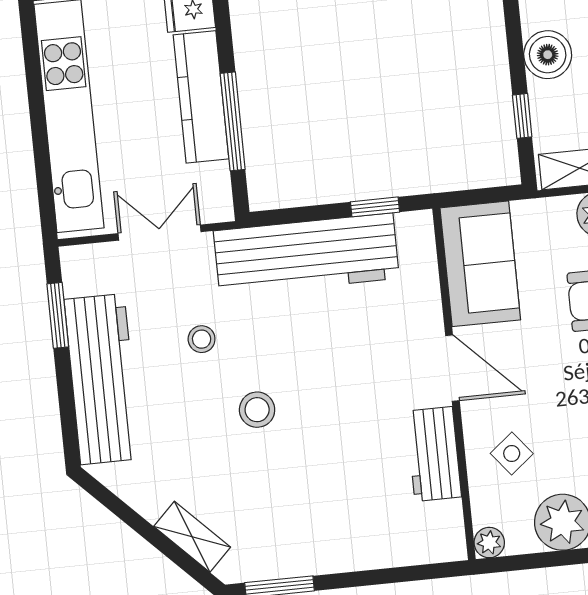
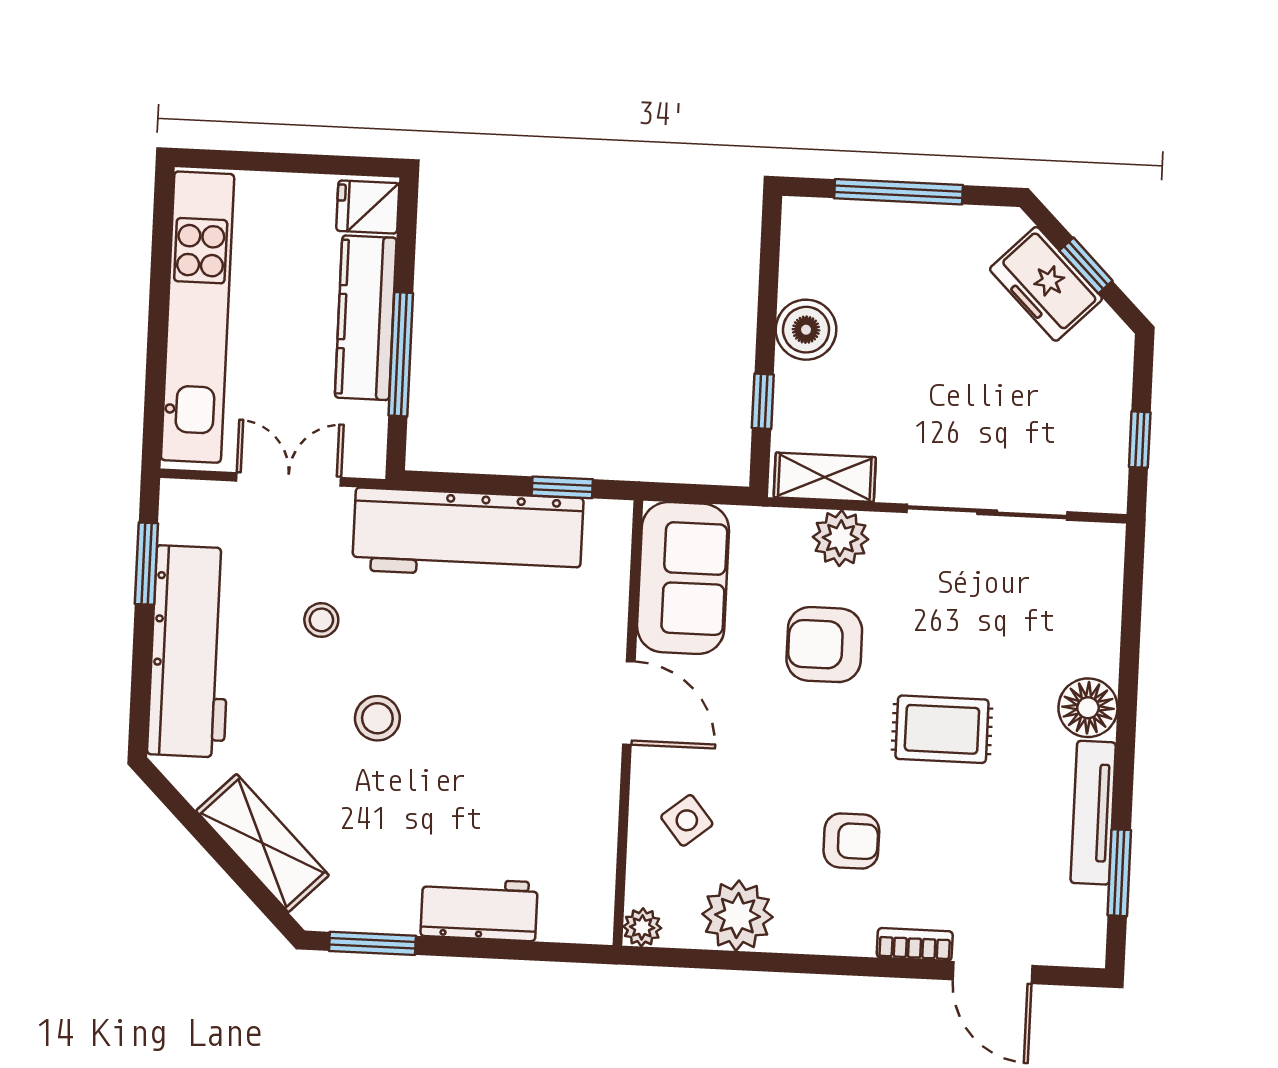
workbench: (434, 454) -> (479, 909), moved, turned 90
shelving: (192, 537) -> (262, 843), width x1.50, depth x1.33

